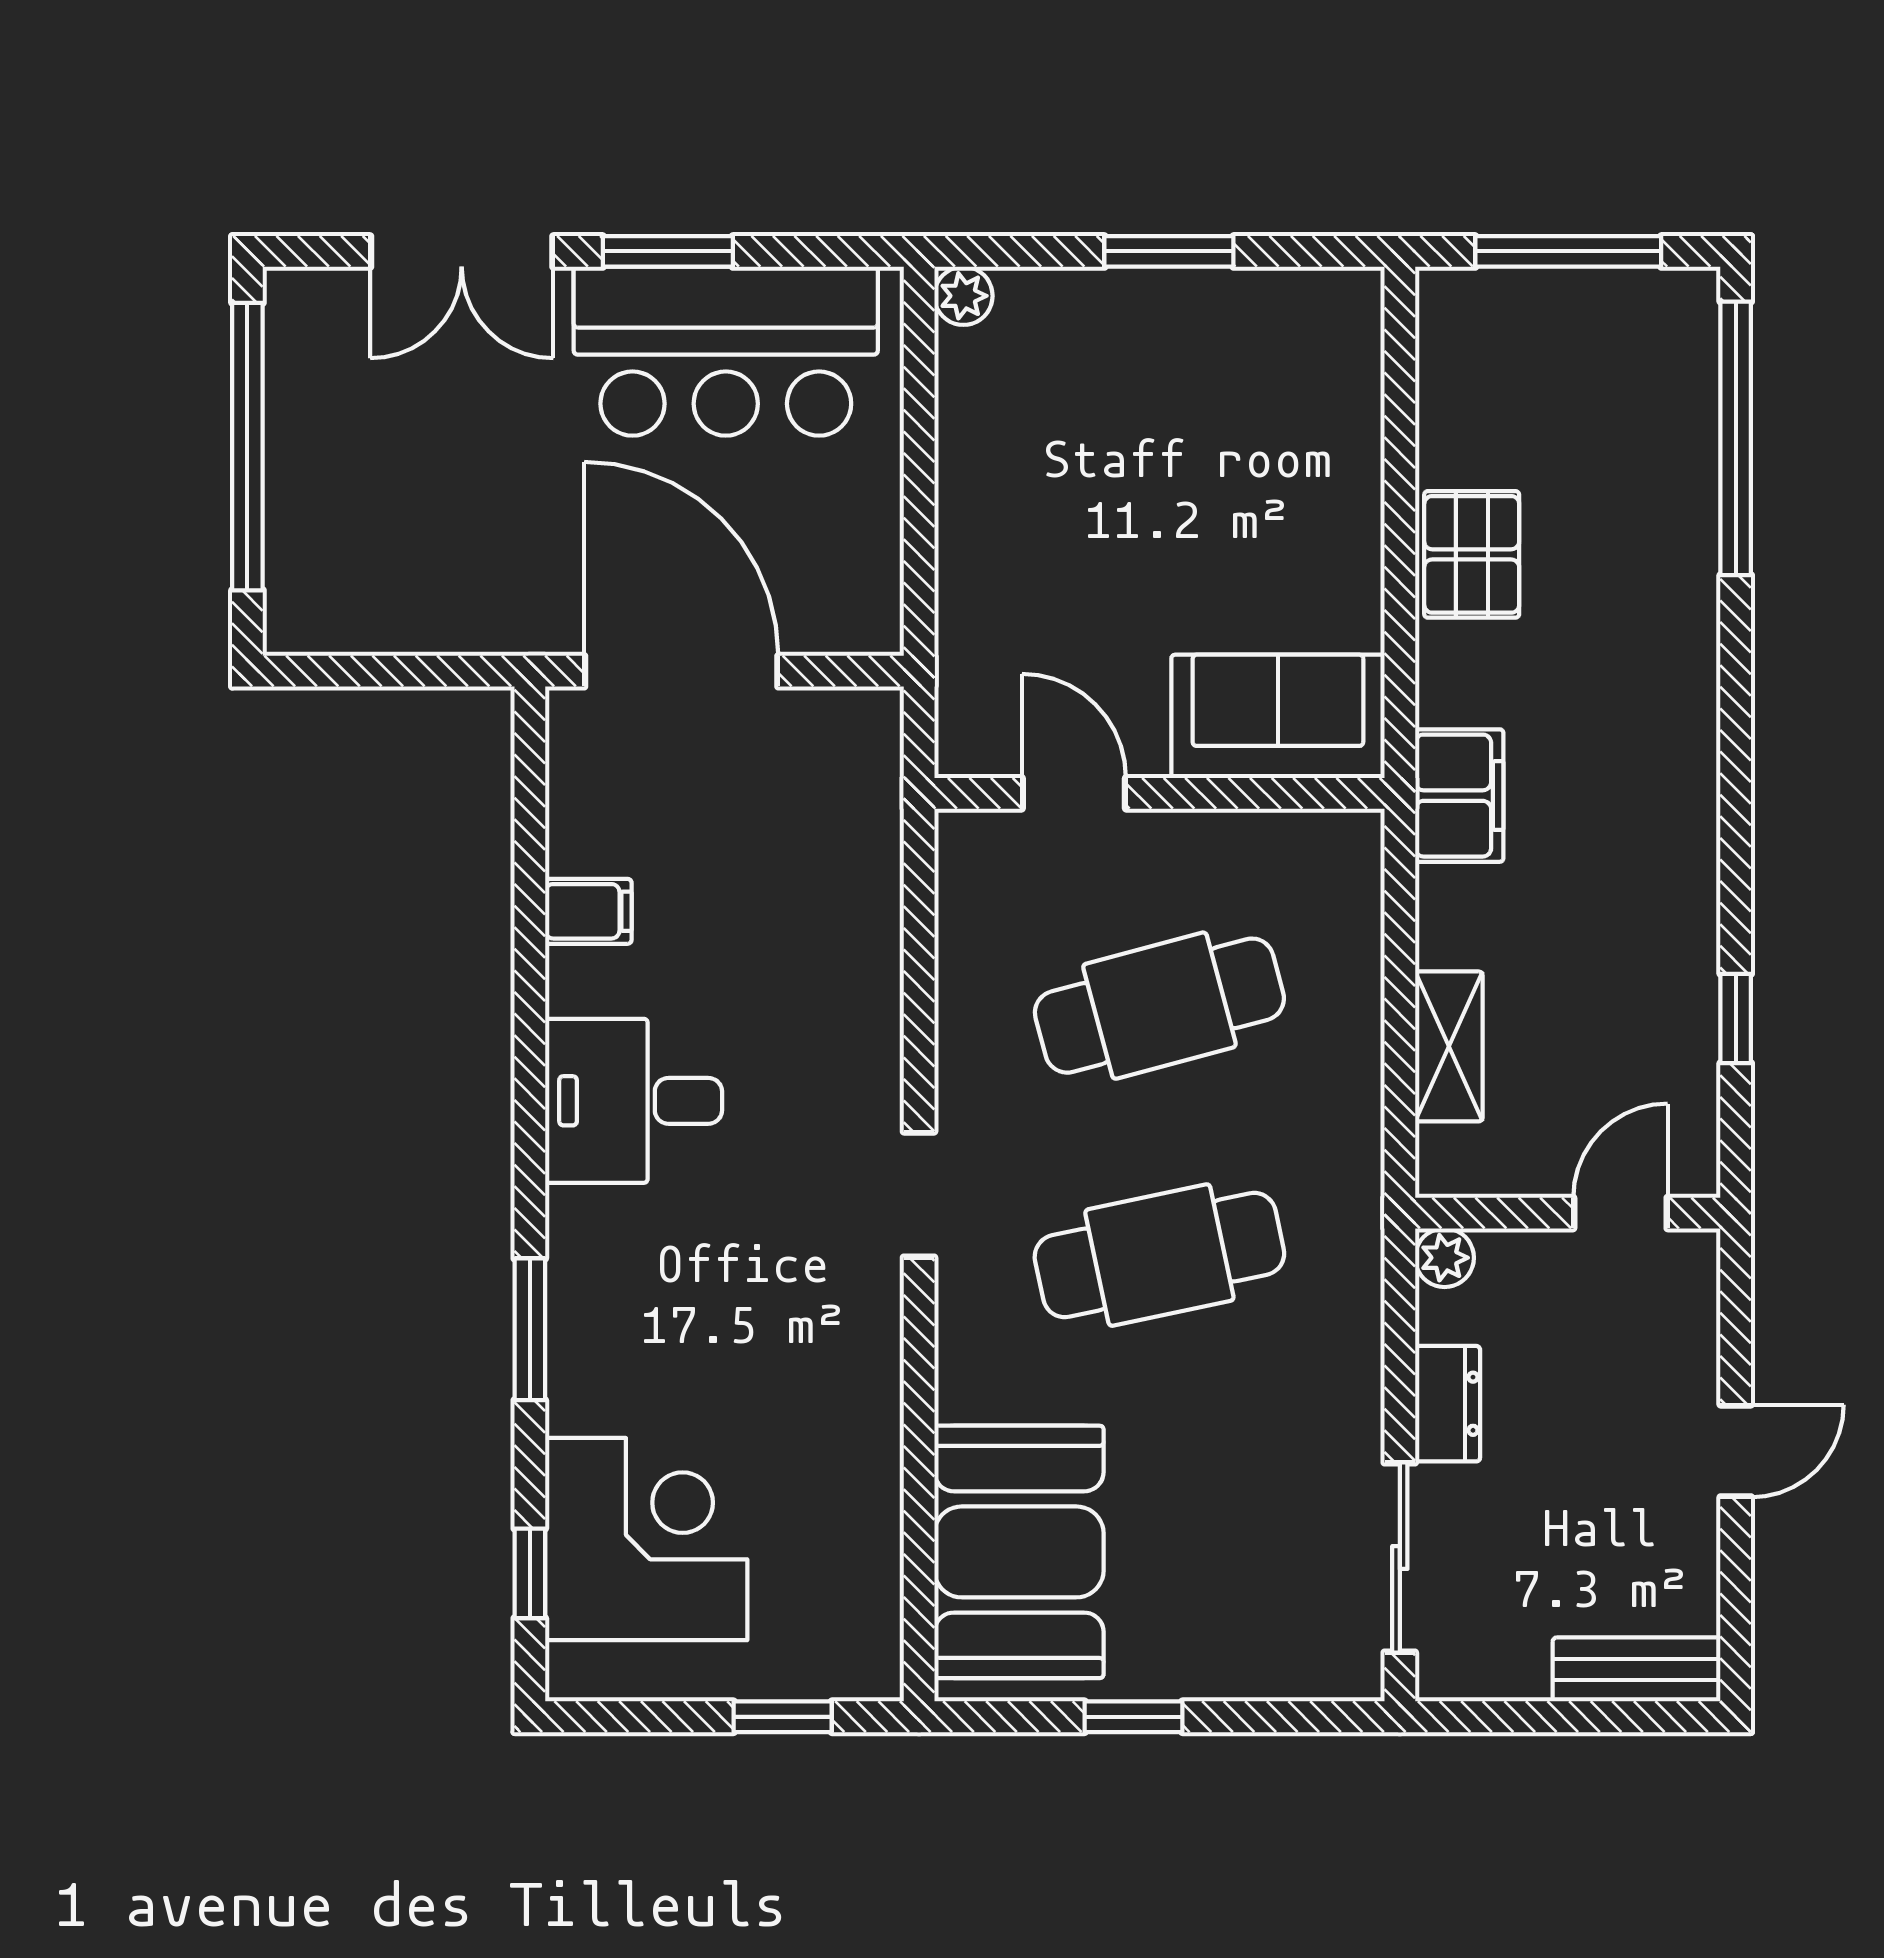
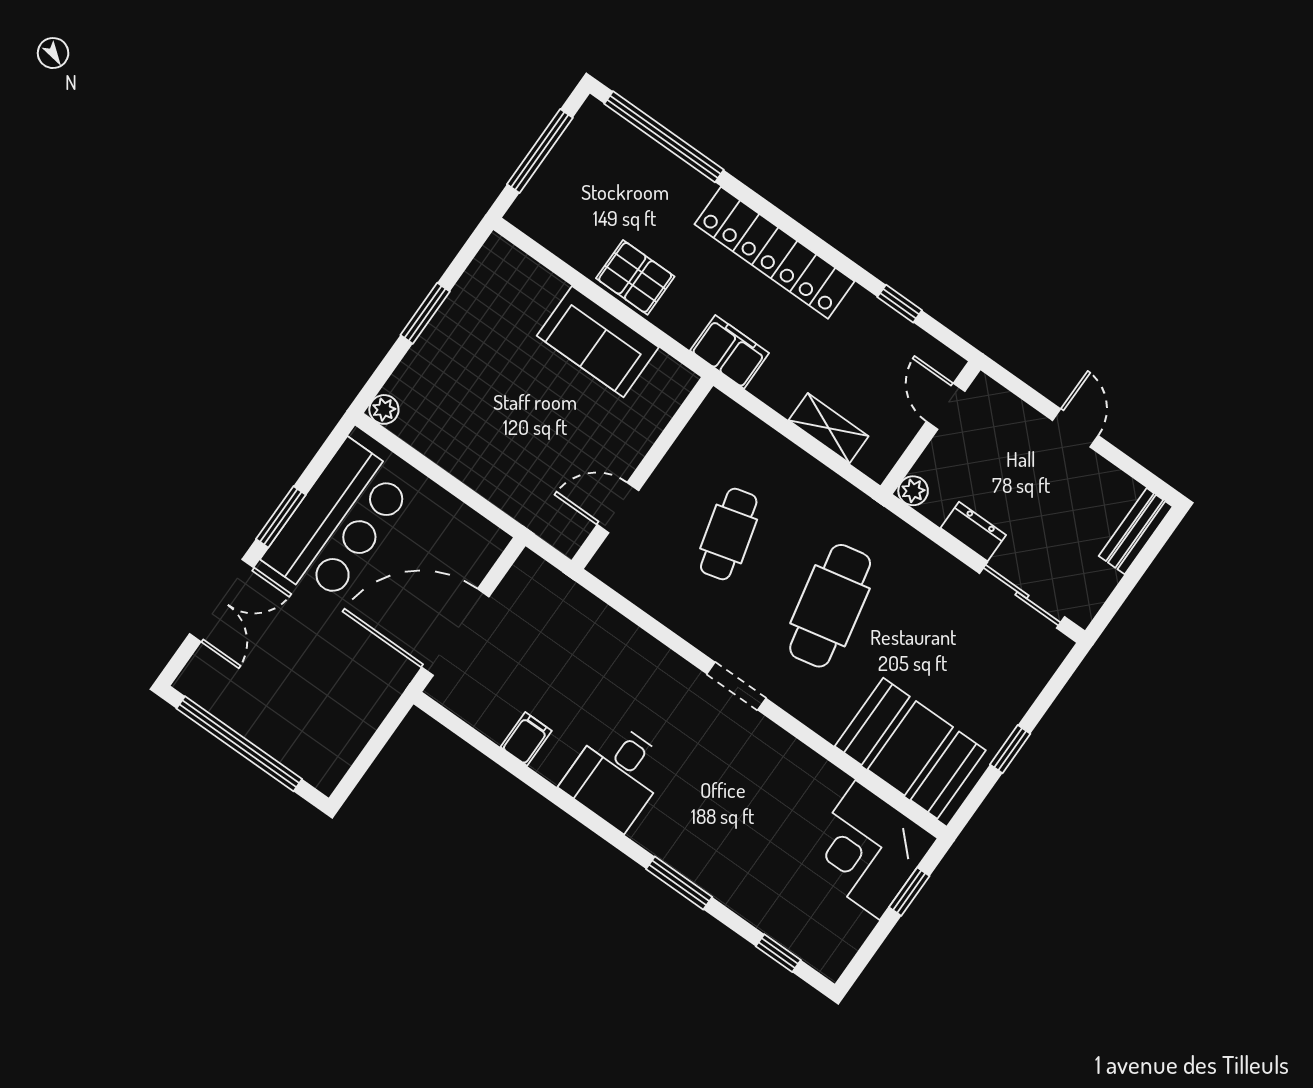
sofa: (1278, 716) -> (598, 342), moved, turned -90
locker: (1674, 754) -> (774, 253), added
cafe table: (1159, 1006) -> (729, 534), width x0.73, depth x0.74
corner desk: (646, 1539) -> (868, 850), moved, turned -90

